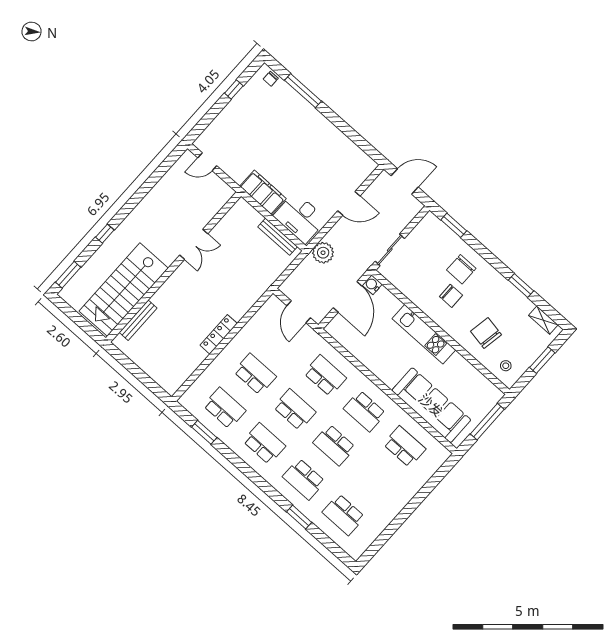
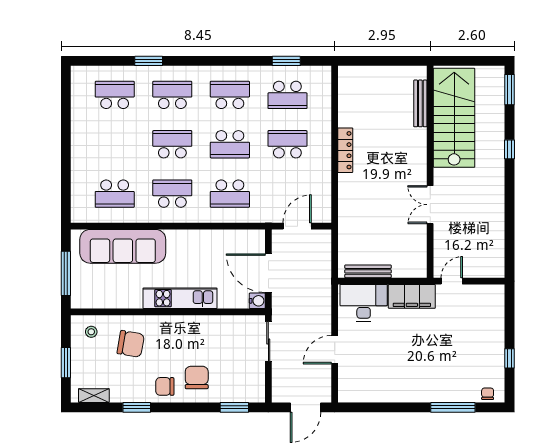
door: (207, 162) -> (452, 281), moved
plant: (323, 253) -> (320, 291), removed
chair: (451, 296) -> (165, 386), moved
door: (299, 312) -> (297, 226), hinge flipped
school desk: (255, 374) -> (287, 144), turned 180
school desk: (264, 444) -> (230, 95), turned 180

